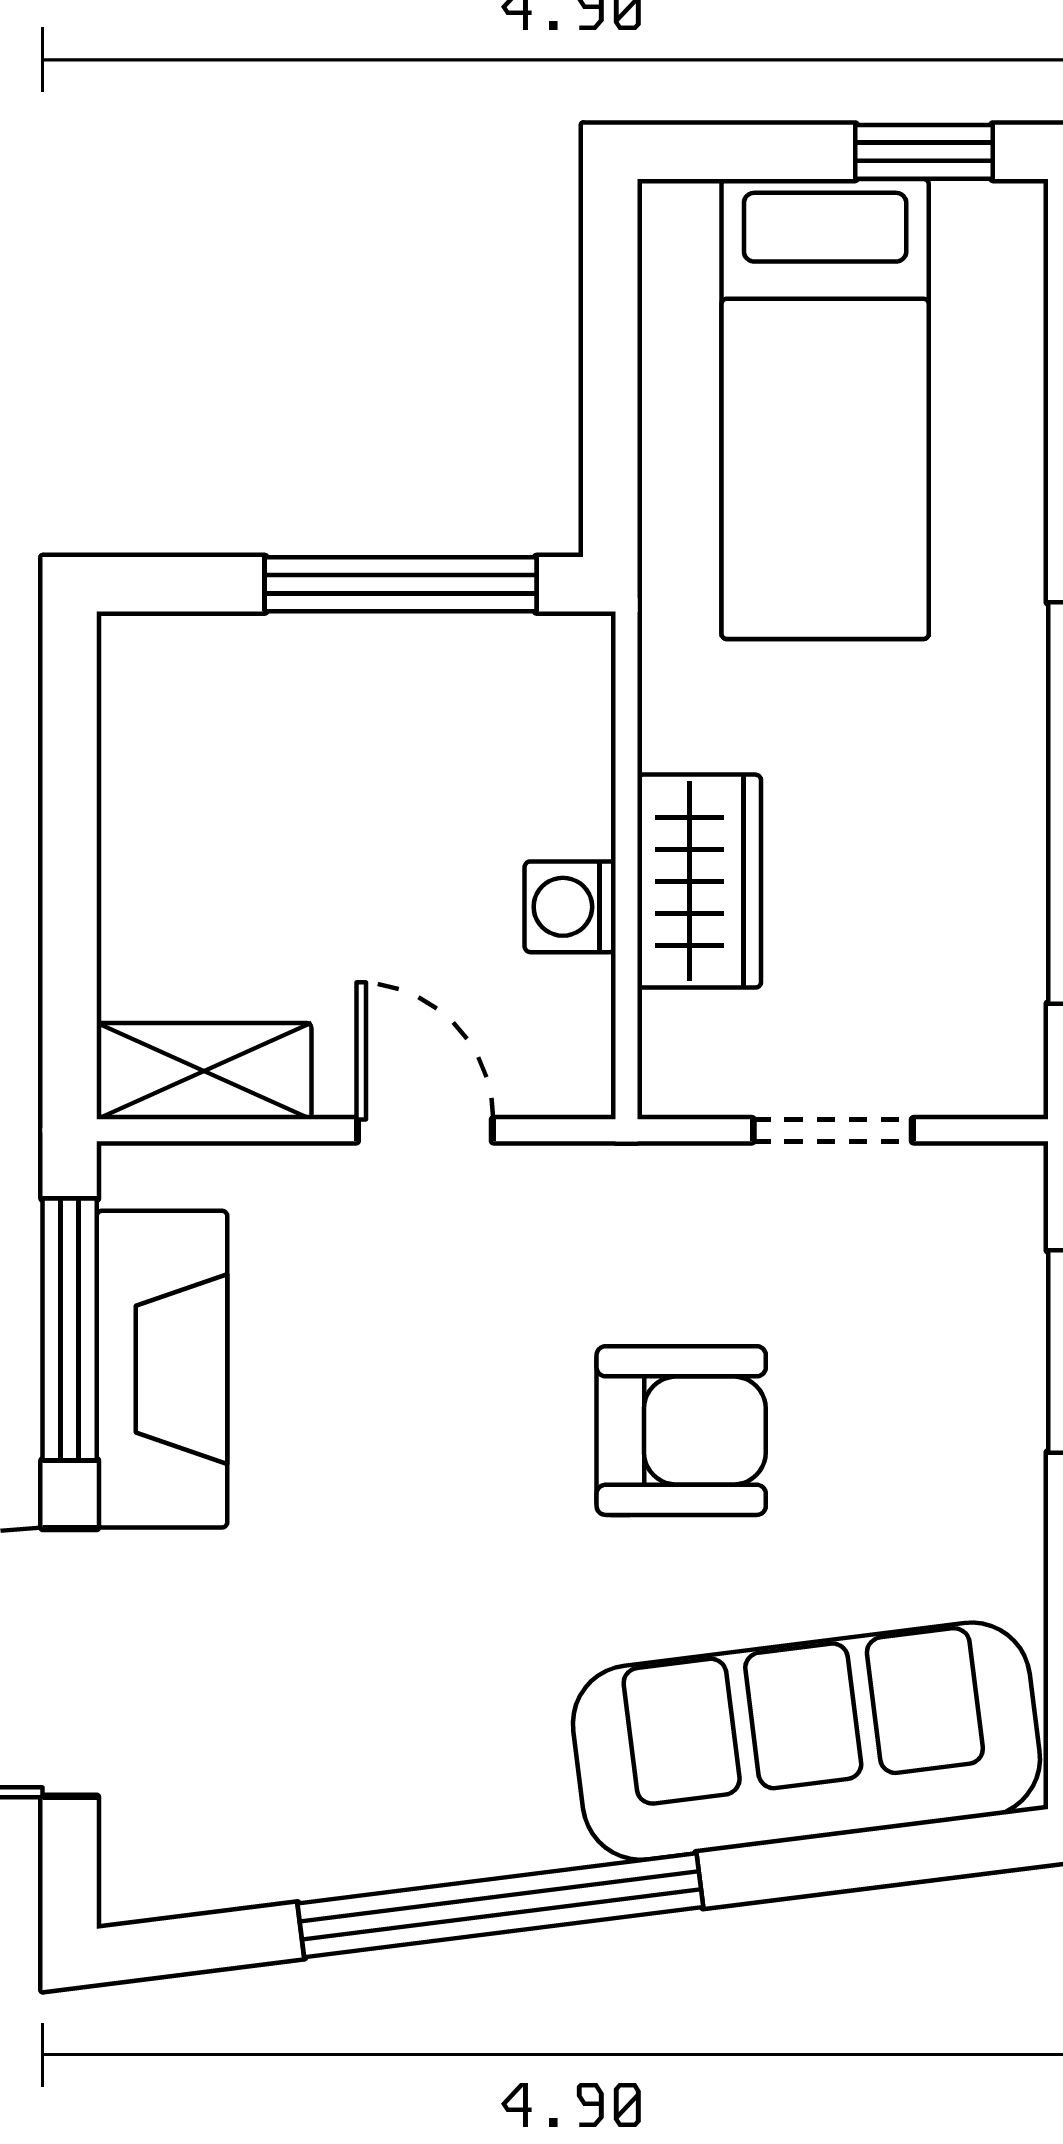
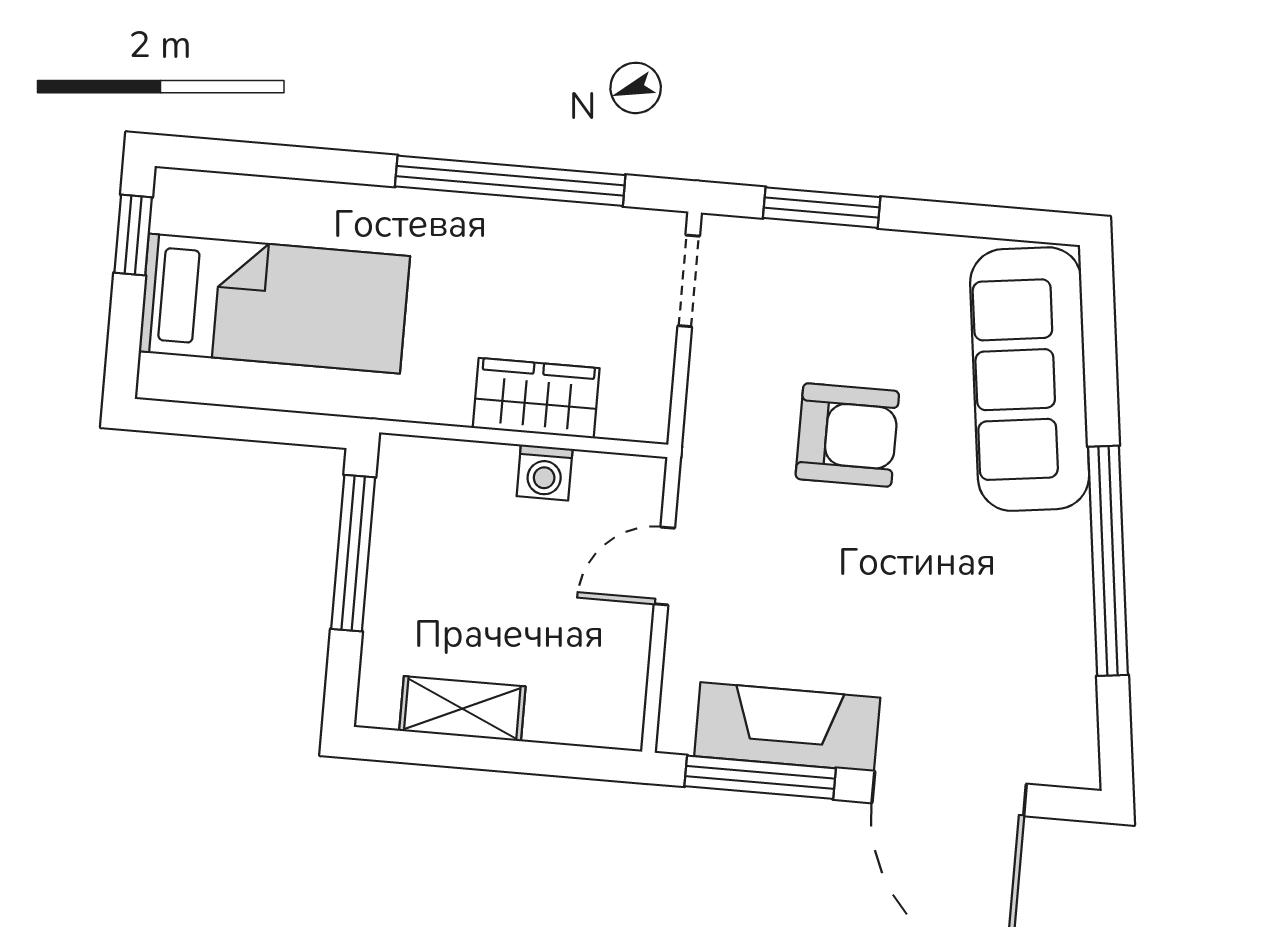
shelving: (204, 1071) -> (462, 709), moved, turned 90
doorway: (833, 1130) -> (689, 281), moved
armchair: (681, 1431) -> (847, 435), turned 90

